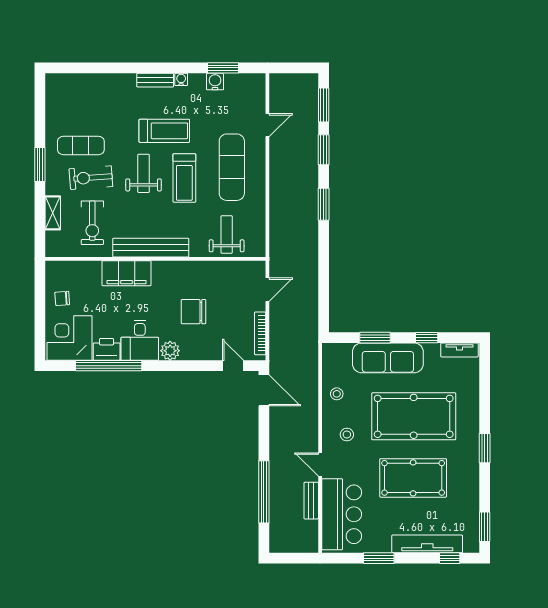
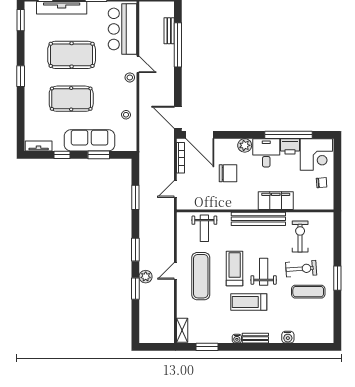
water cooler: (215, 82) -> (288, 337), moved
window: (324, 105) -> (135, 197), moved
door: (267, 125) -> (175, 271), moved
plant: (309, 167) -> (146, 277), added
weight bench: (144, 173) -> (264, 272), turned 180
shelving: (53, 213) -> (182, 330), moved
door: (233, 366) -> (200, 135), width x1.88
pool table: (414, 416) -> (71, 99), width x0.73, depth x0.76
stool: (347, 435) -> (130, 77), moved
bench: (311, 501) -> (169, 31), moved

